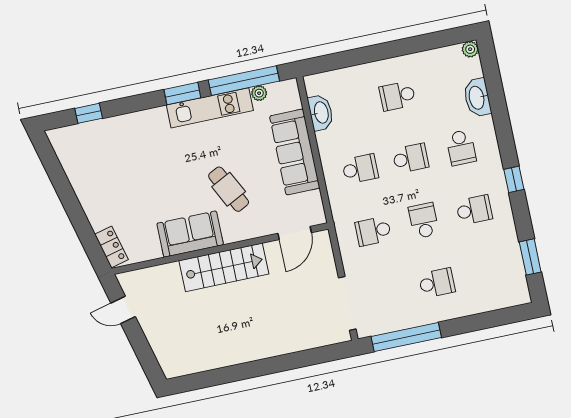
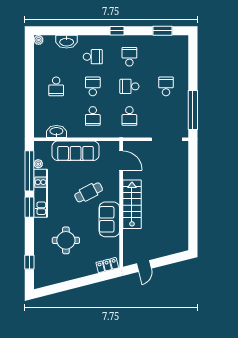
round table: (139, 168) -> (66, 240), added
school desk: (360, 169) -> (93, 116), turned 180

